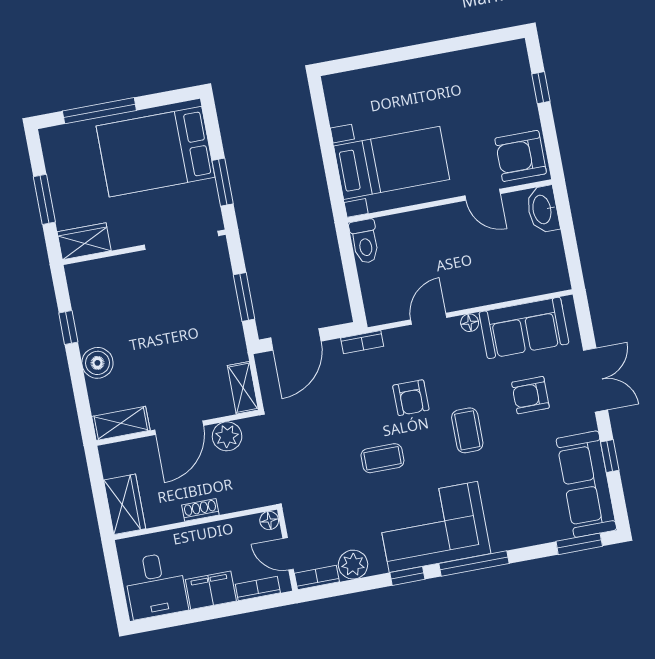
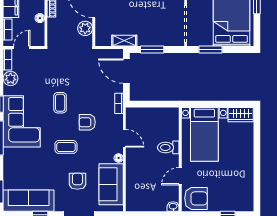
wardrobe: (340, 99) -> (241, 115), added
armchair: (521, 156) -> (196, 198), turned 90
washbasin: (543, 209) -> (173, 207), width x0.52, depth x0.69
toilet: (365, 241) -> (168, 147), moved
shelving: (243, 388) -> (124, 41), moved
floor lamp: (269, 521) -> (40, 18), moved

